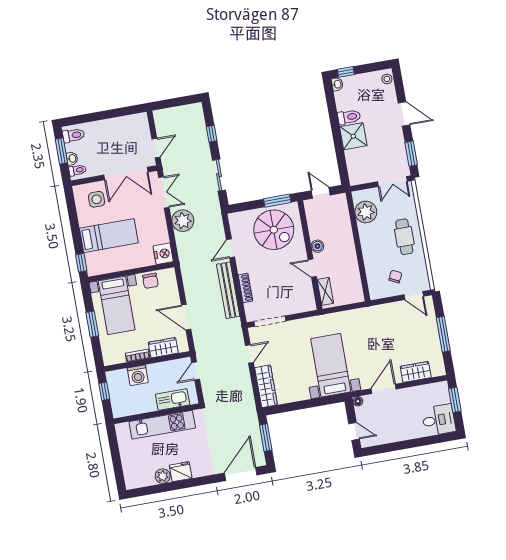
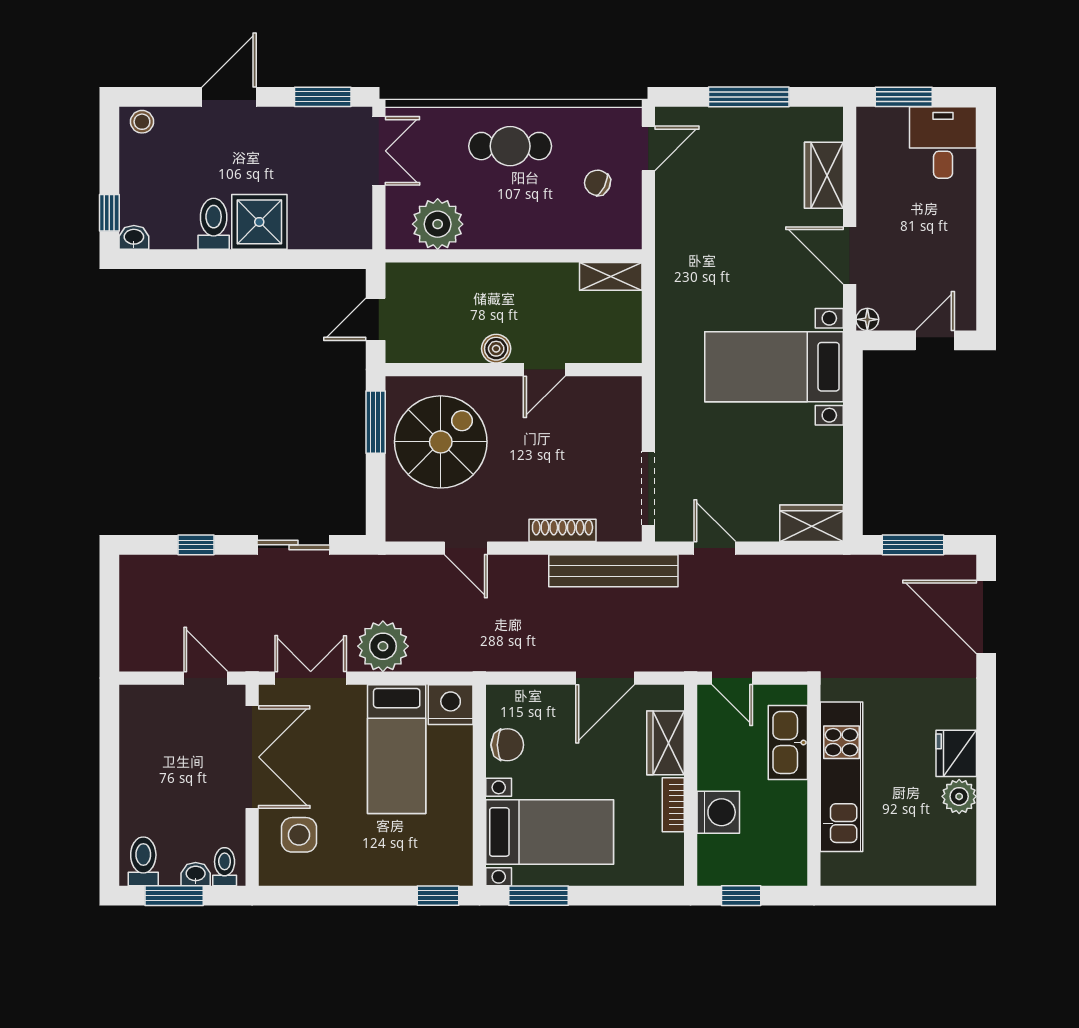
bed: (109, 236) -> (397, 749), moved, turned 180
bench: (228, 290) -> (613, 571), moved
shelving: (325, 291) -> (611, 276), moved
window: (92, 324) -> (538, 896), moved
wardrobe: (266, 386) -> (811, 523), width x0.67

